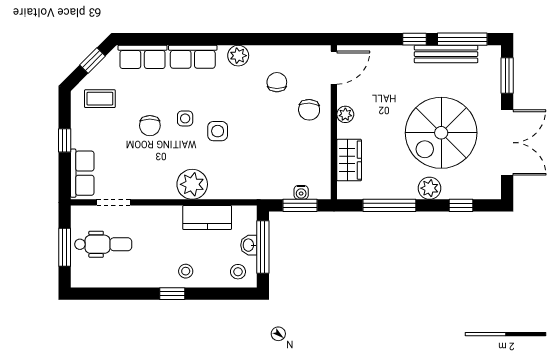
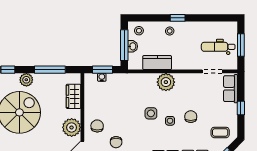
plant: (345, 114) -> (72, 127), width x1.88, depth x1.88

